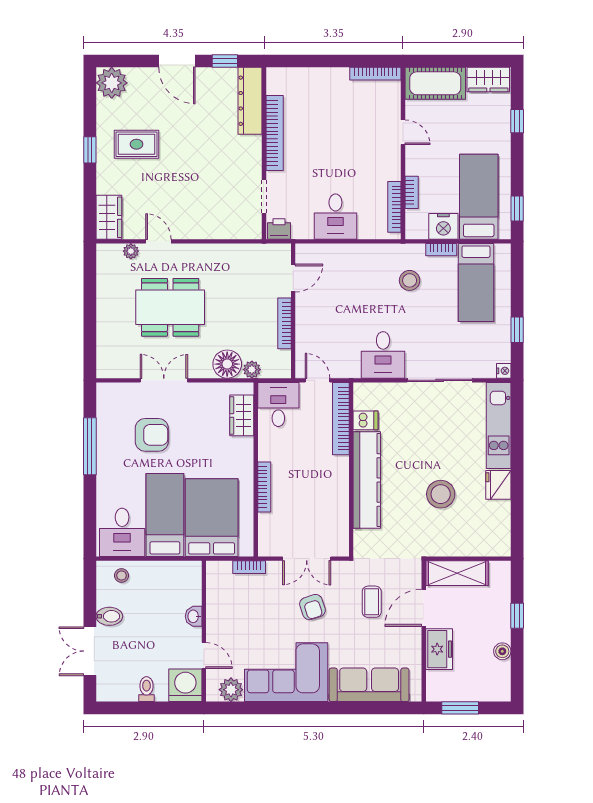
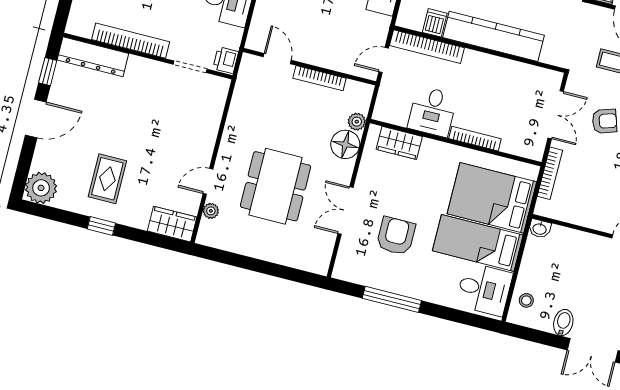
desk: (278, 405) -> (432, 111), moved, turned -90
bookcase: (249, 567) -> (550, 173), width x1.56
washbasin: (194, 616) -> (540, 229), moved

